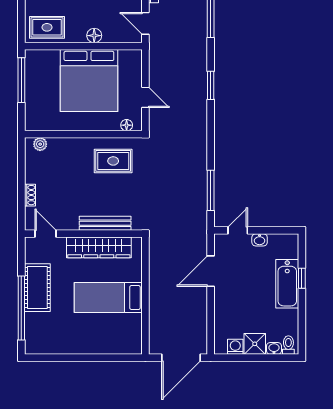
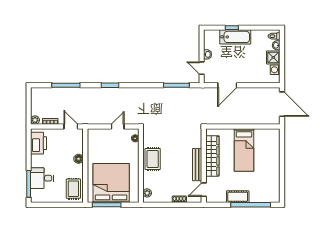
door: (145, 23) -> (71, 127), swing flipped
bed: (89, 80) -> (111, 183), moved, turned -90
rug: (113, 161) -> (153, 159), moved
bench: (105, 223) -> (197, 165), moved
door: (211, 271) -> (227, 85), hinge flipped
cot: (37, 288) -> (238, 197), width x0.73, depth x0.75

